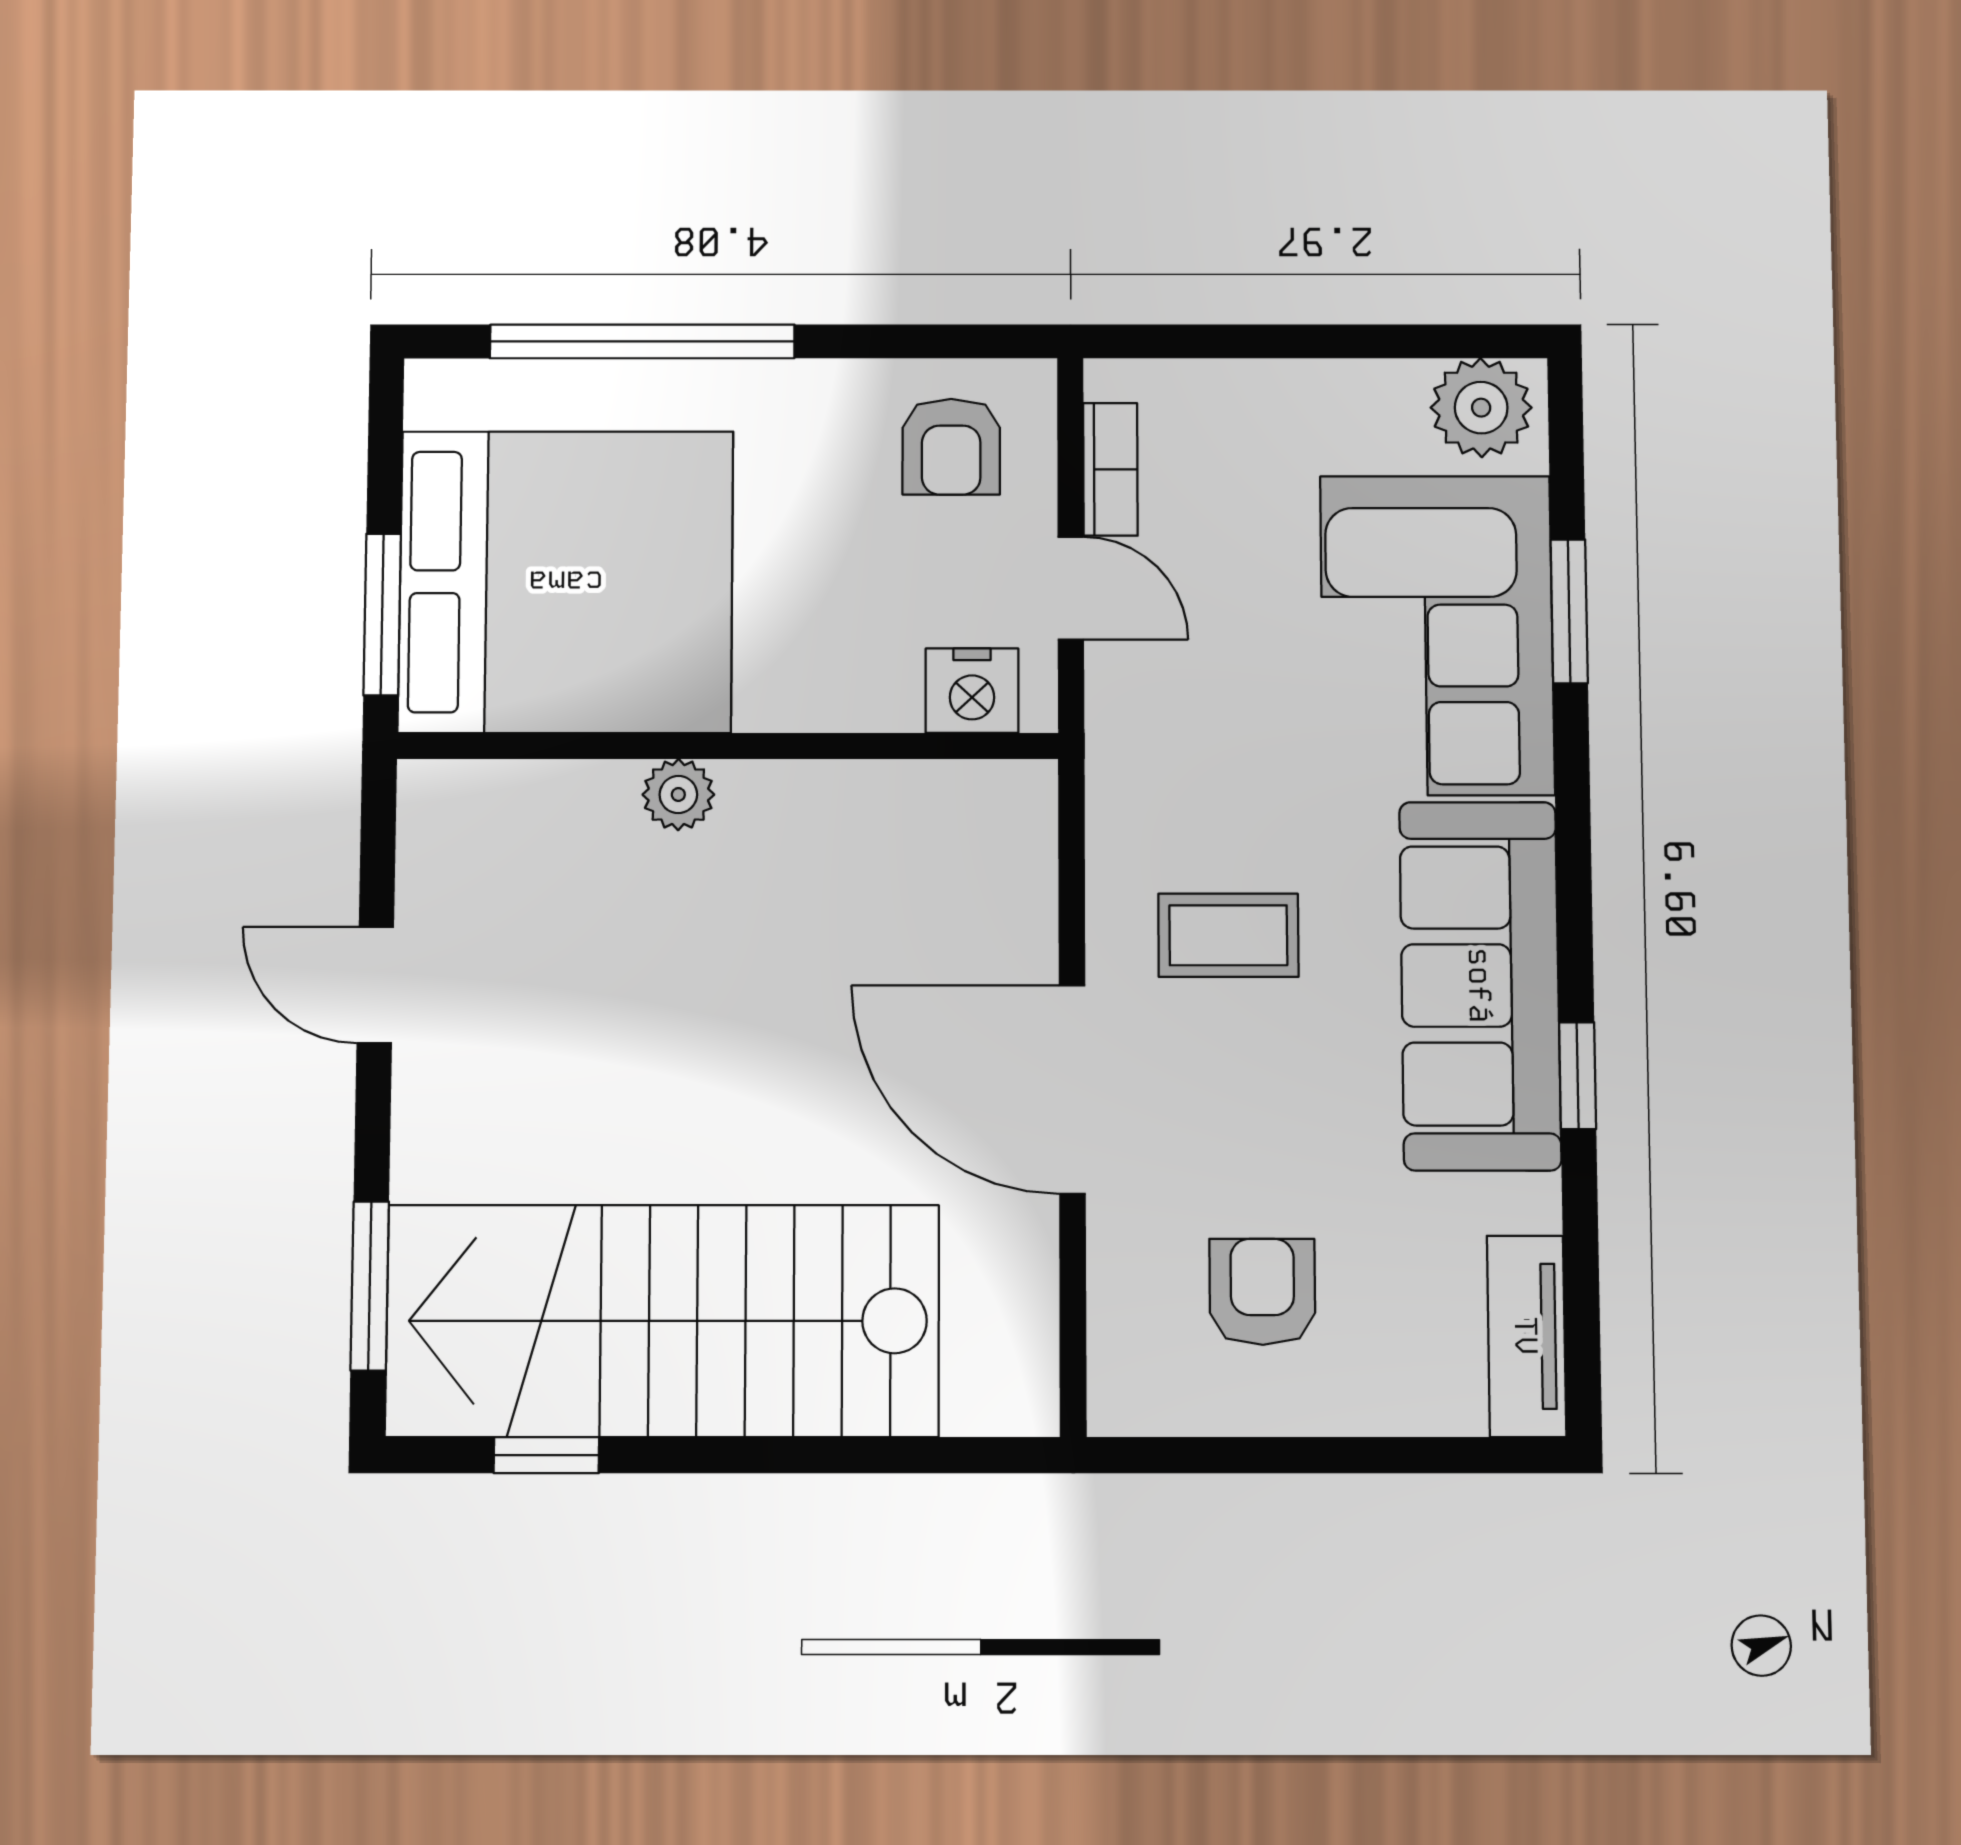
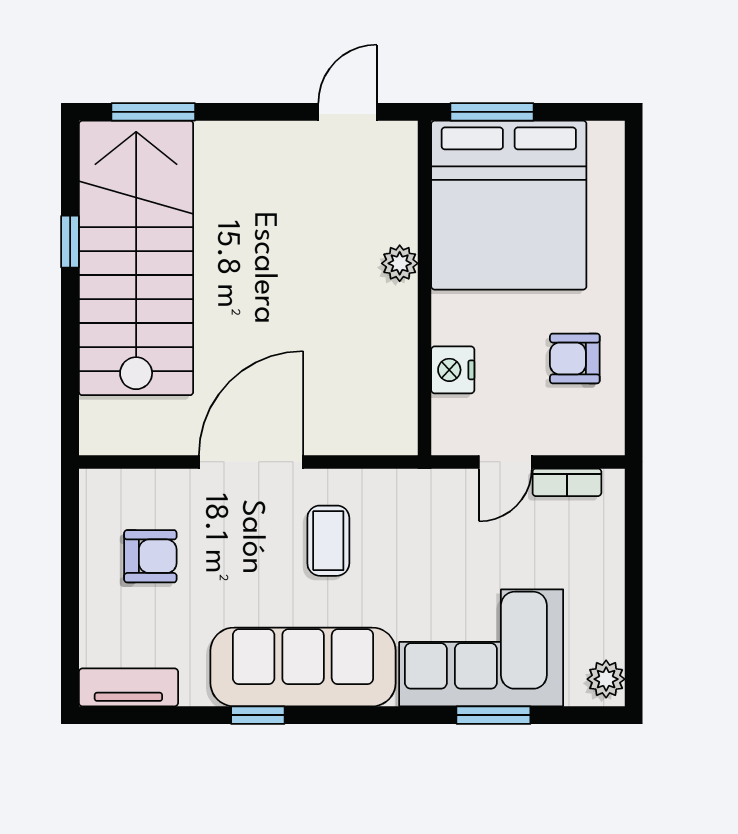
window: (642, 341) -> (634, 243), removed
plant: (1481, 408) -> (606, 679), width x0.73, depth x0.73
armchair: (951, 447) -> (575, 358), moved
nightstand: (972, 691) -> (453, 370), moved
door: (375, 985) -> (348, 112), moved
window: (546, 1455) -> (70, 242), moved

